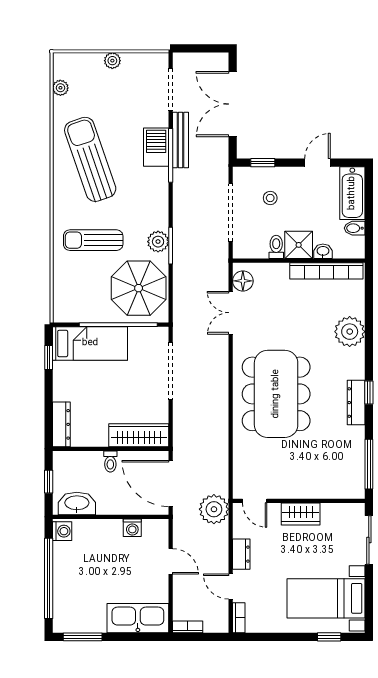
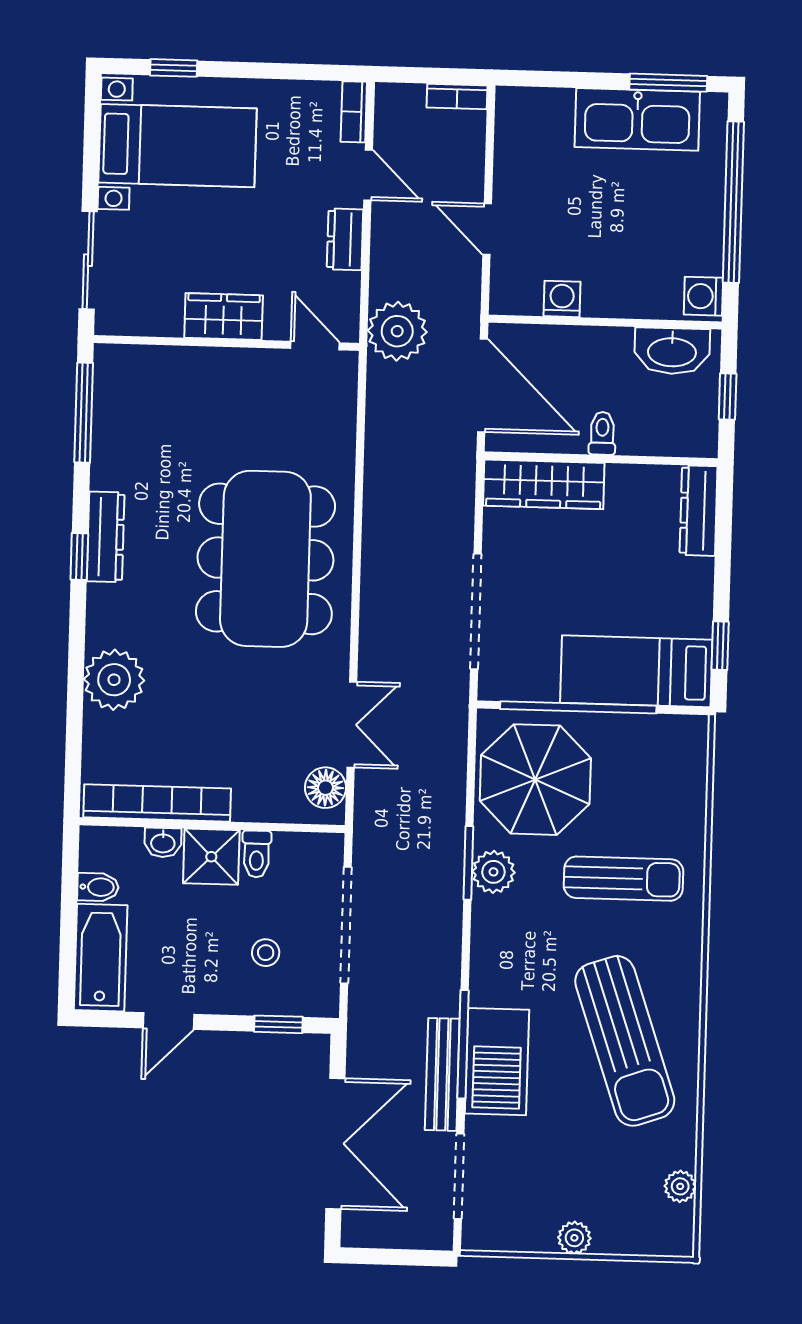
barbecue: (156, 147) -> (497, 1062), width x1.37, depth x1.21
kitchen sink: (138, 618) -> (637, 119), moved

